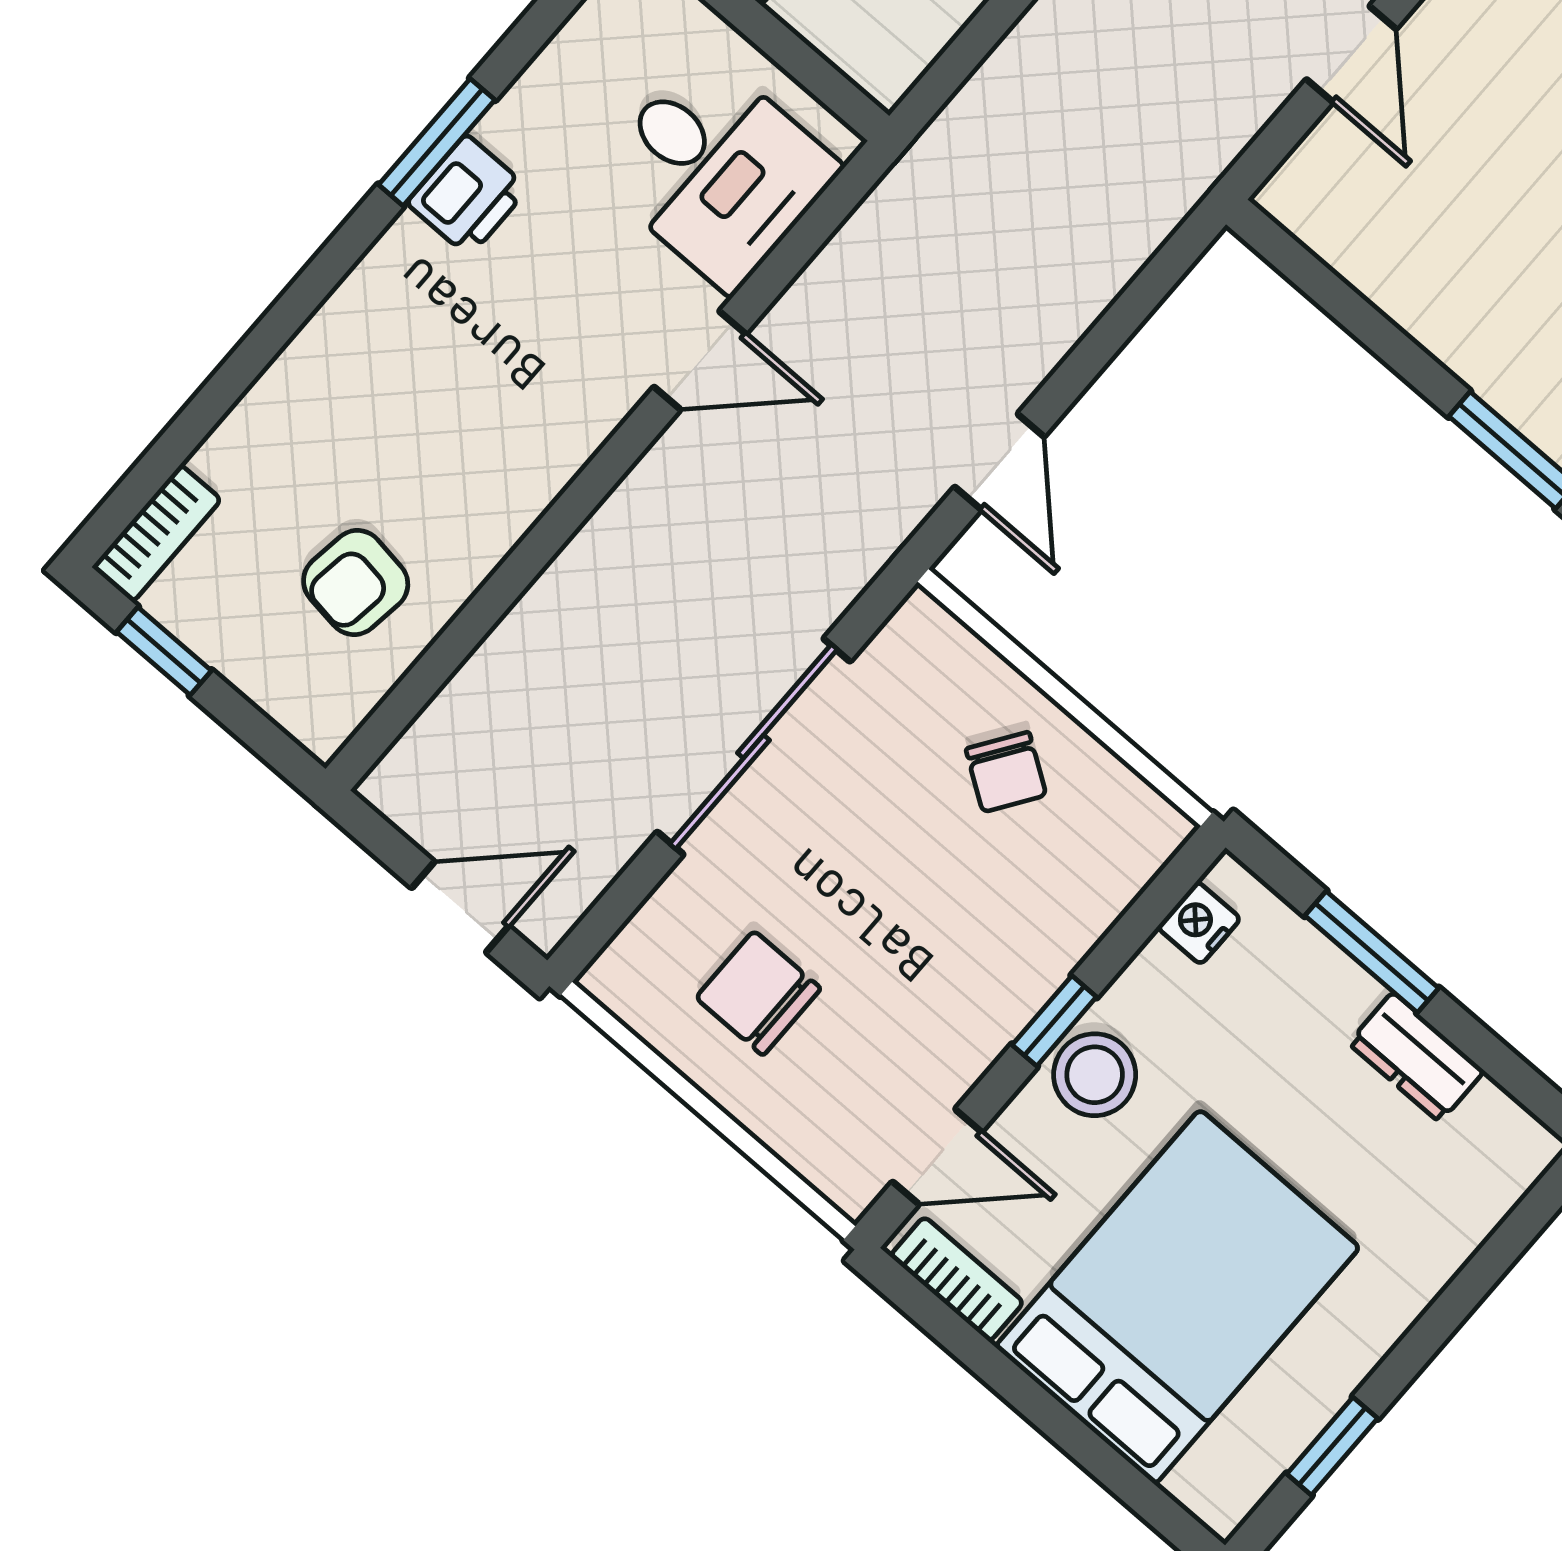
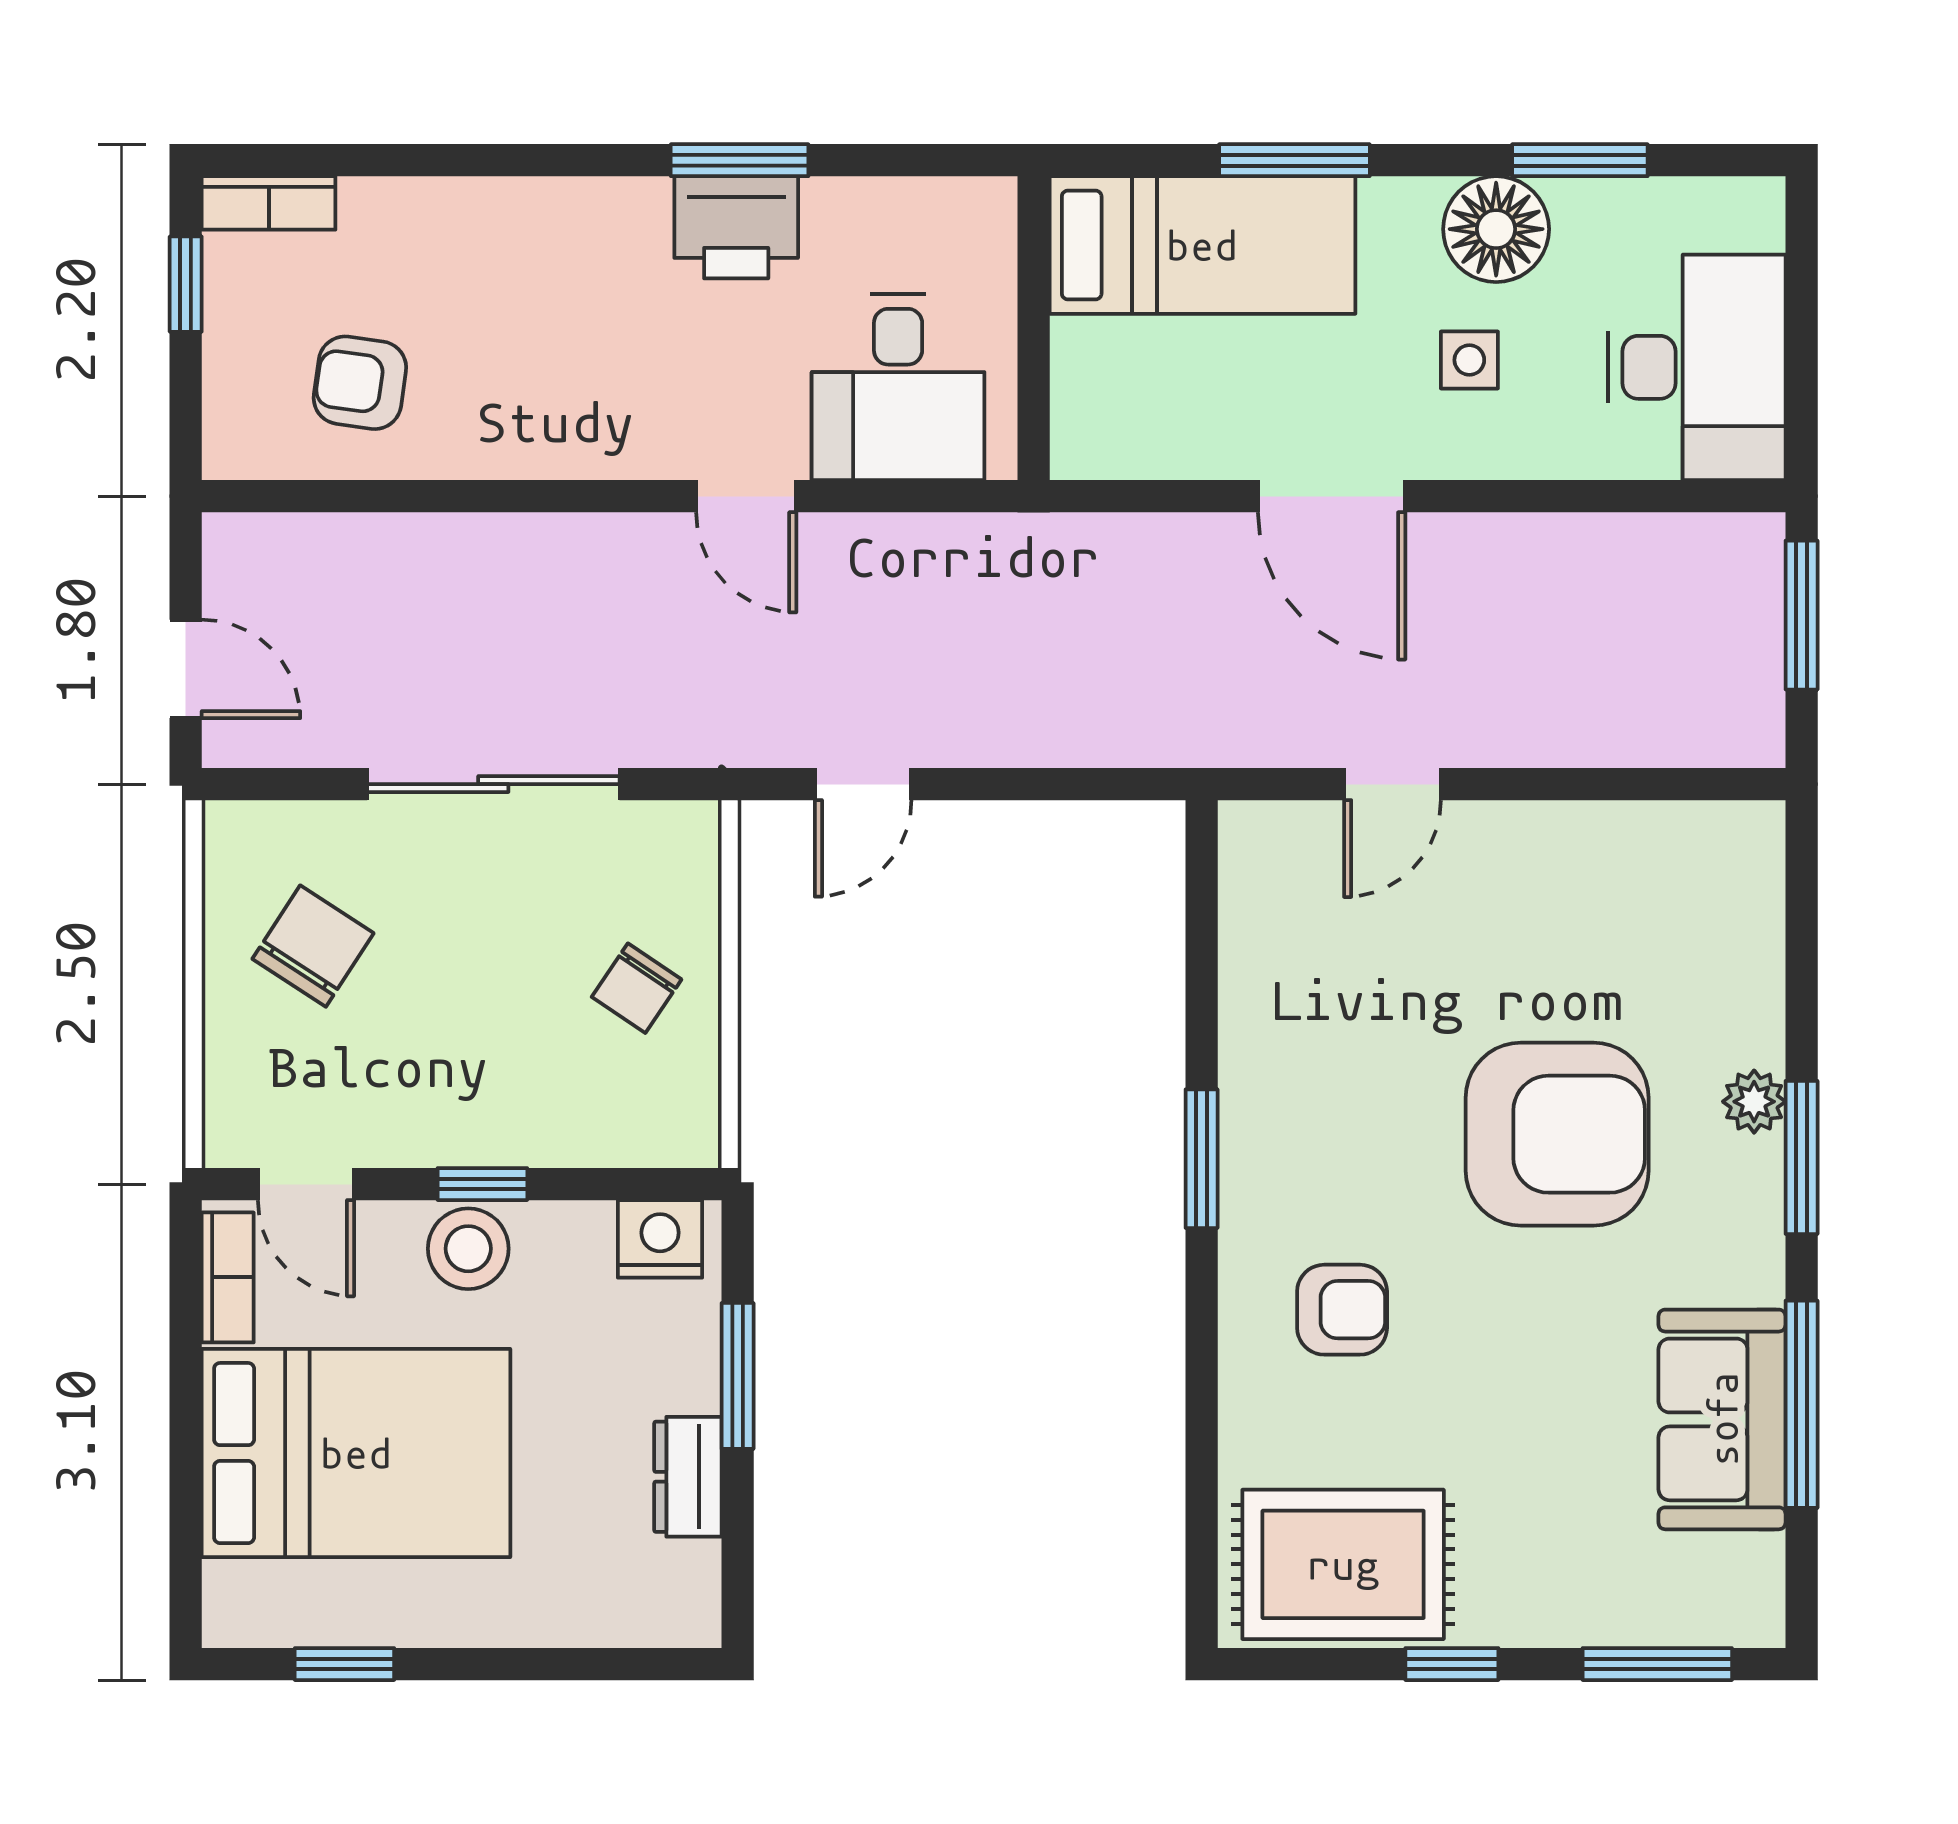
printer: (468, 196) -> (736, 227), width x1.36, depth x1.24
nightstand: (1199, 923) -> (660, 1239), width x1.39, depth x1.35
chair: (758, 993) -> (313, 946), turned 33

